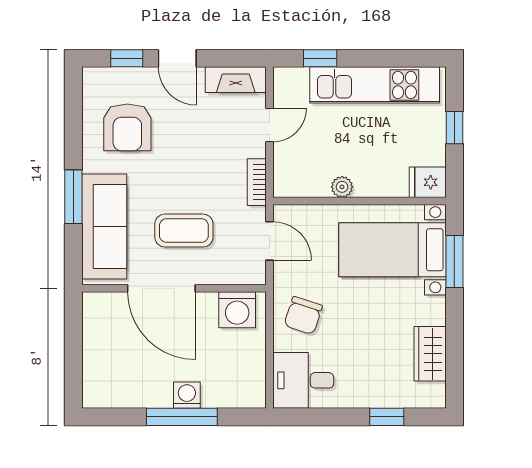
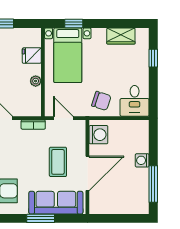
fridge: (428, 182) -> (32, 56), moved, turned 90
door: (270, 241) -> (63, 118), hinge flipped
window: (454, 261) -> (74, 24), width x0.67
window: (182, 417) -> (153, 184), moved

